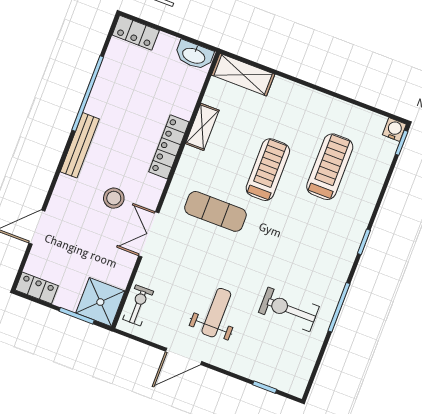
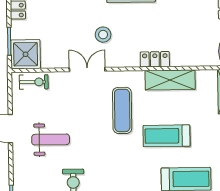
shelving: (202, 127) -> (170, 80), width x1.50, depth x1.33
locker: (169, 147) -> (155, 59), width x0.66
treadmill: (268, 170) -> (167, 136), turned 180

